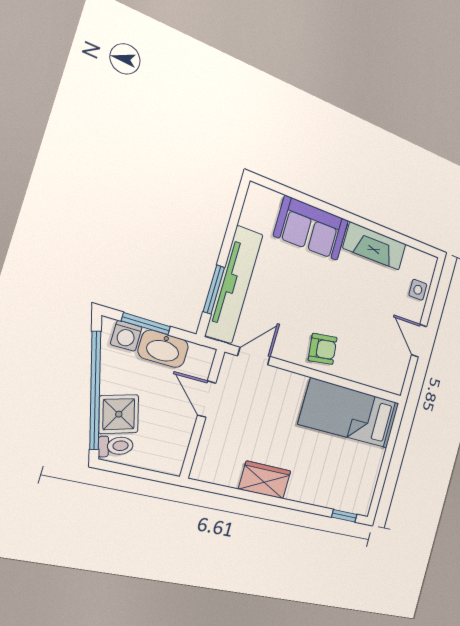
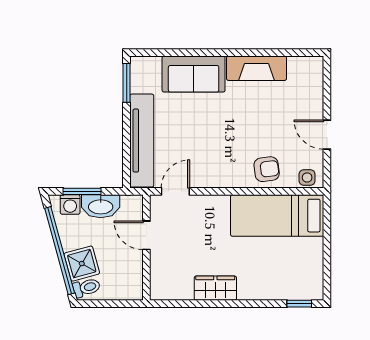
window: (214, 290) -> (127, 83), moved
side table: (418, 290) -> (307, 178), moved
armchair: (323, 349) -> (267, 169), moved

